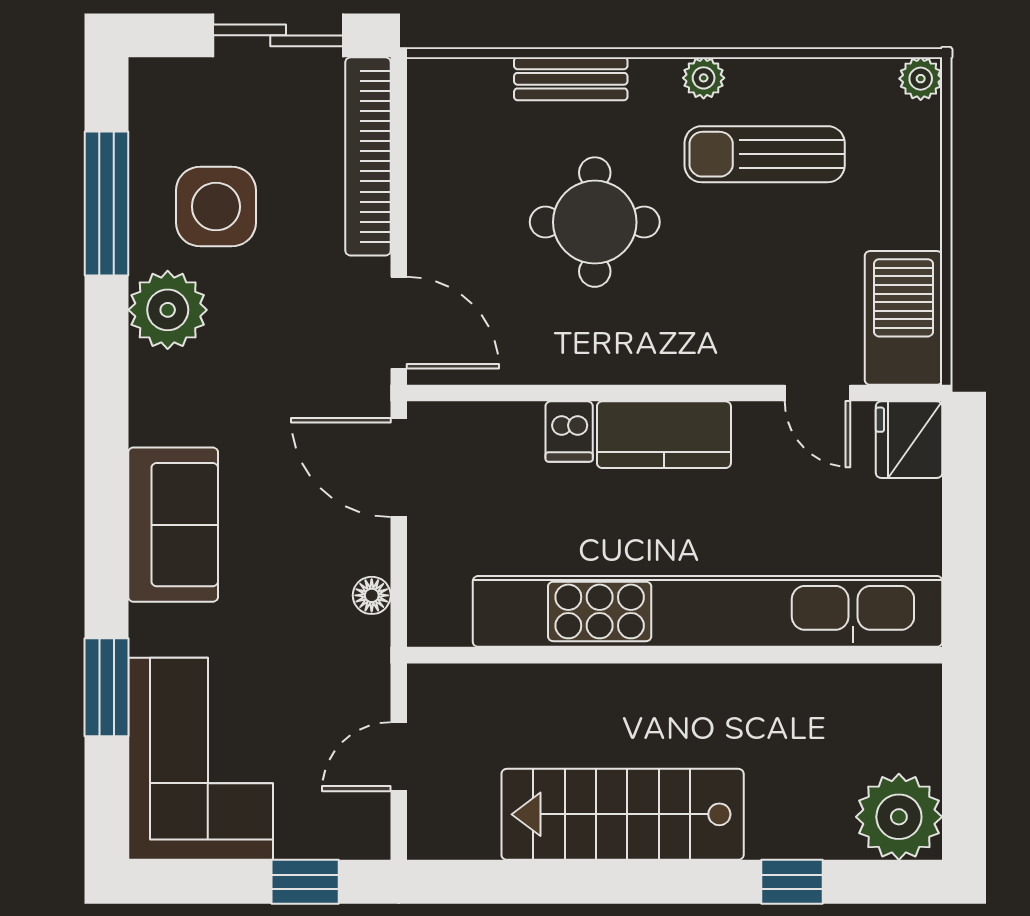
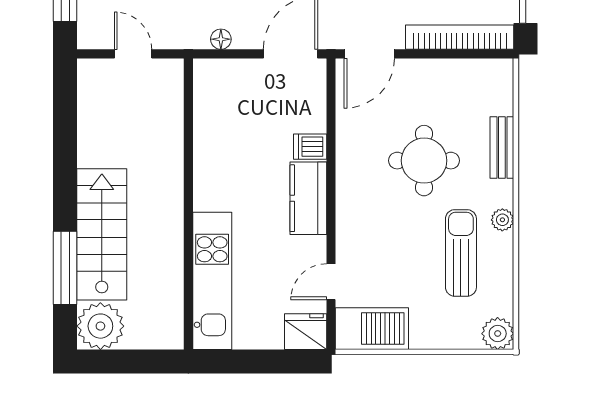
plant: (921, 79) -> (498, 334), width x1.38, depth x1.38
kitchen unit: (708, 611) -> (212, 281), width x0.54
stairs: (623, 814) -> (102, 234), moved
window: (792, 882) -> (65, 268), width x2.17

